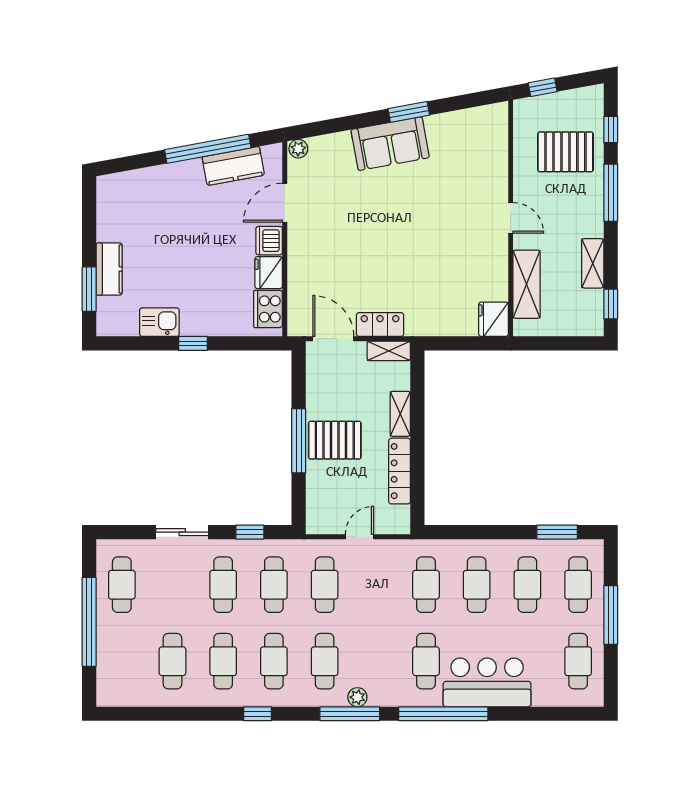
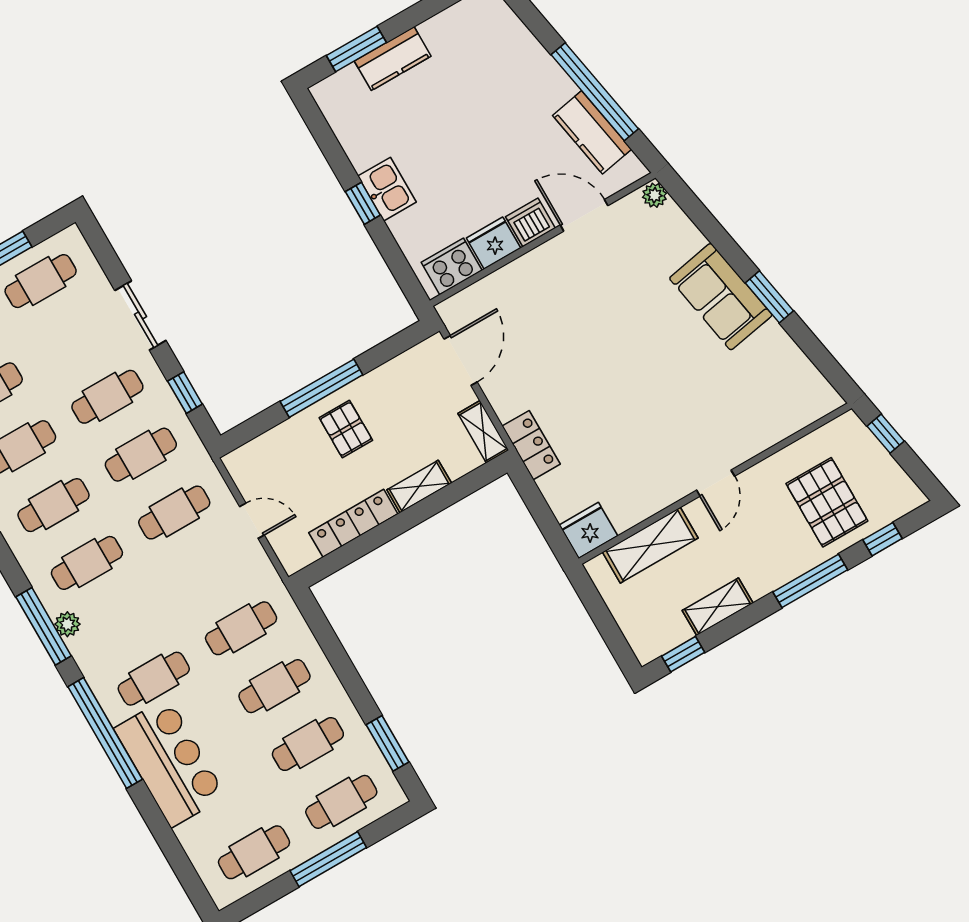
kitchen sink: (159, 322) -> (387, 189), moved
locker: (380, 325) -> (531, 445), moved
pallet: (335, 440) -> (346, 429), width x0.67, depth x0.71

